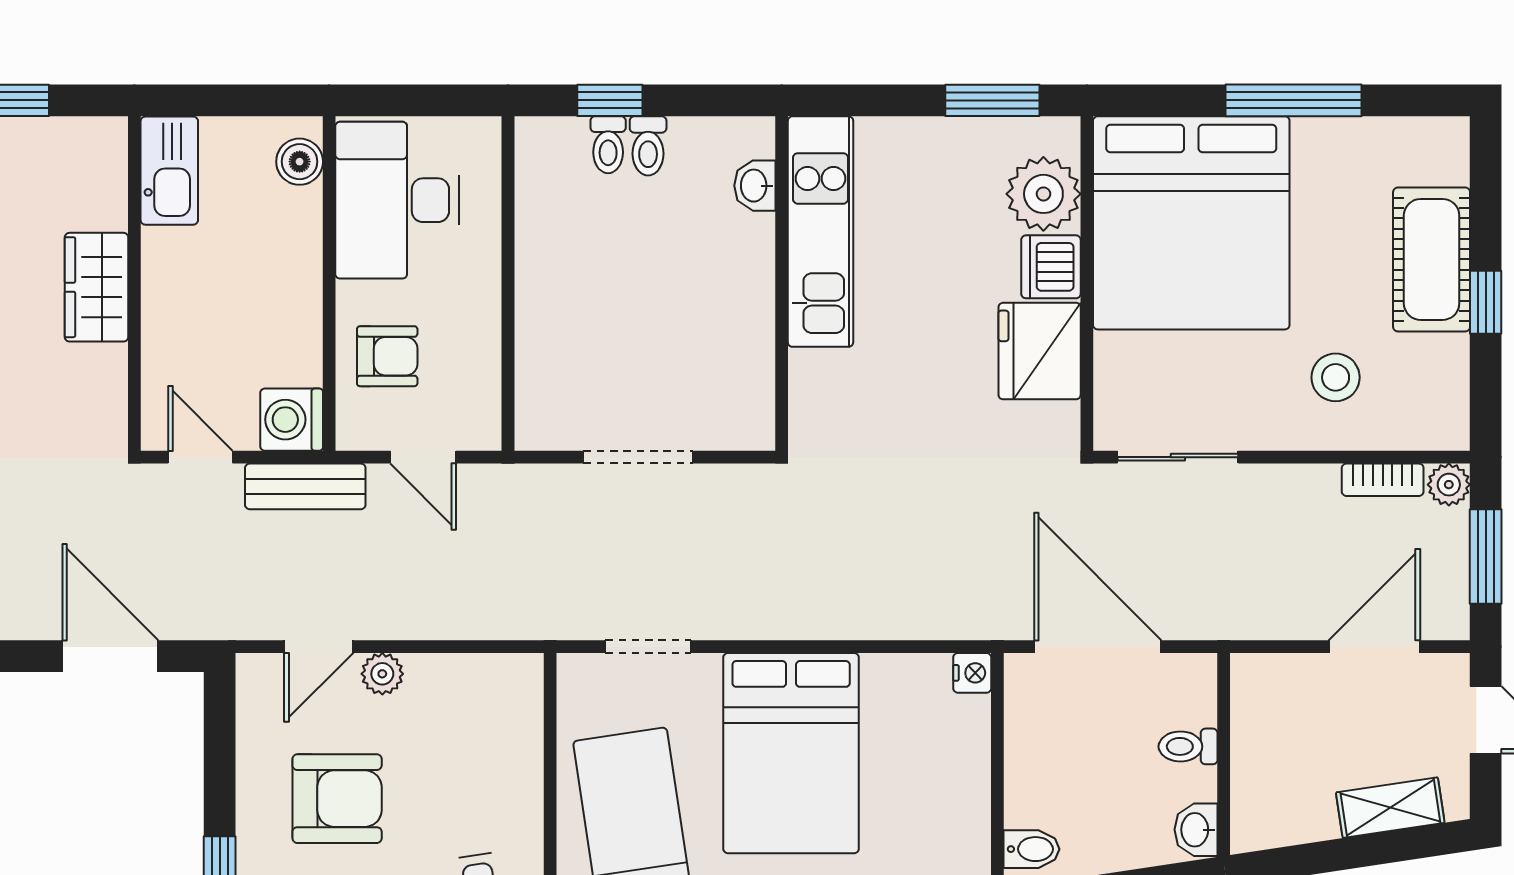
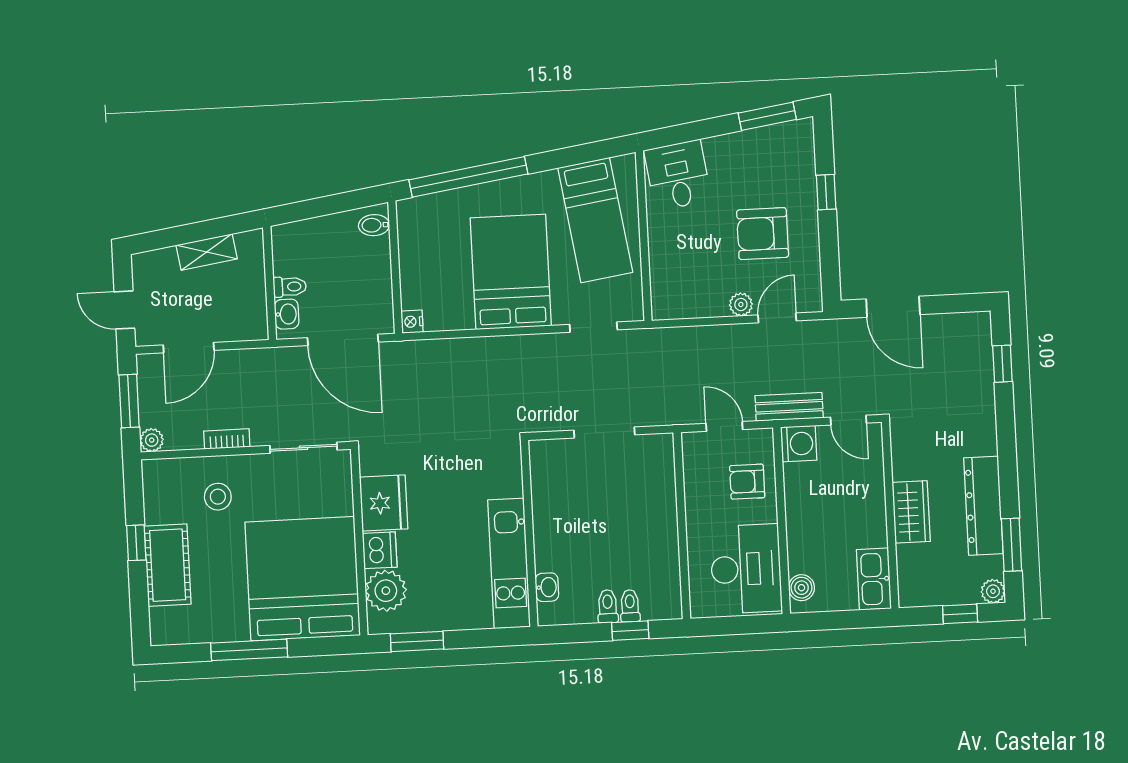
bookcase: (1383, 480) -> (227, 439), moved
shelving: (1390, 808) -> (207, 252), moved
washbasin: (1196, 830) -> (287, 314), moved

